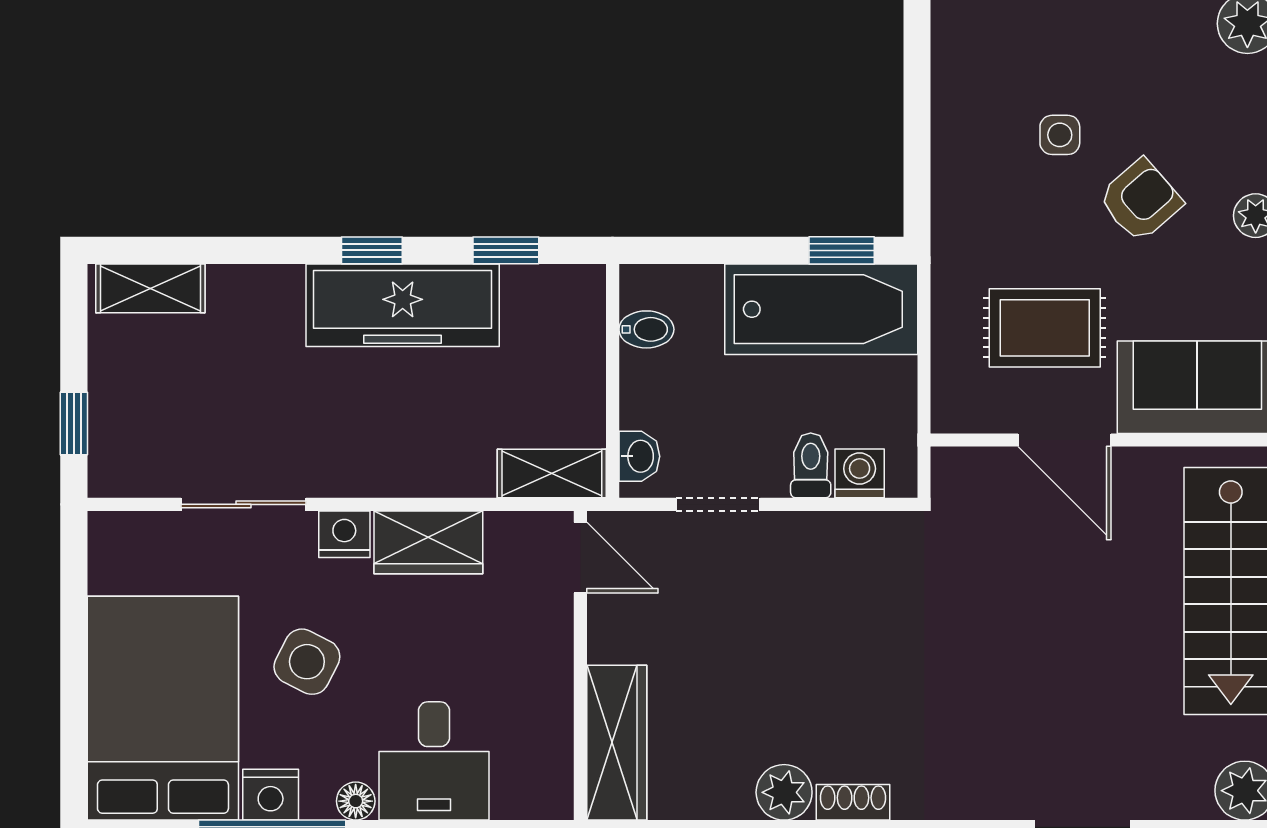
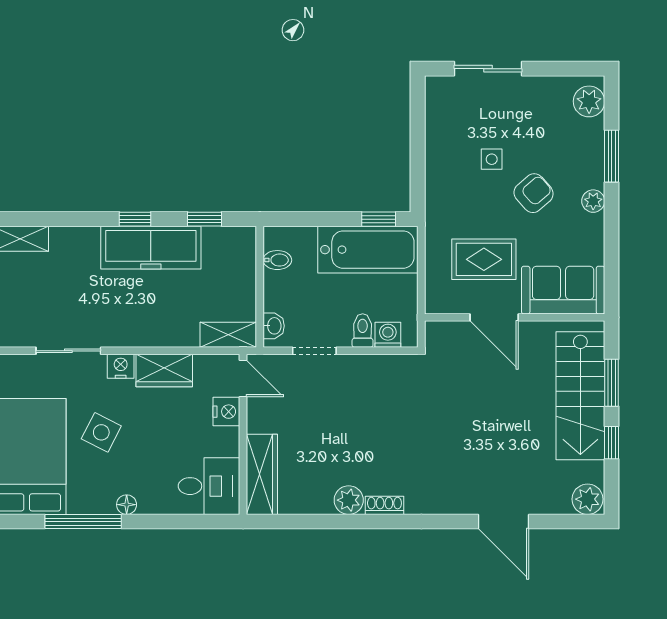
desk: (434, 761) -> (209, 486), moved, turned -90
nightstand: (271, 795) -> (226, 412), moved, turned -90

